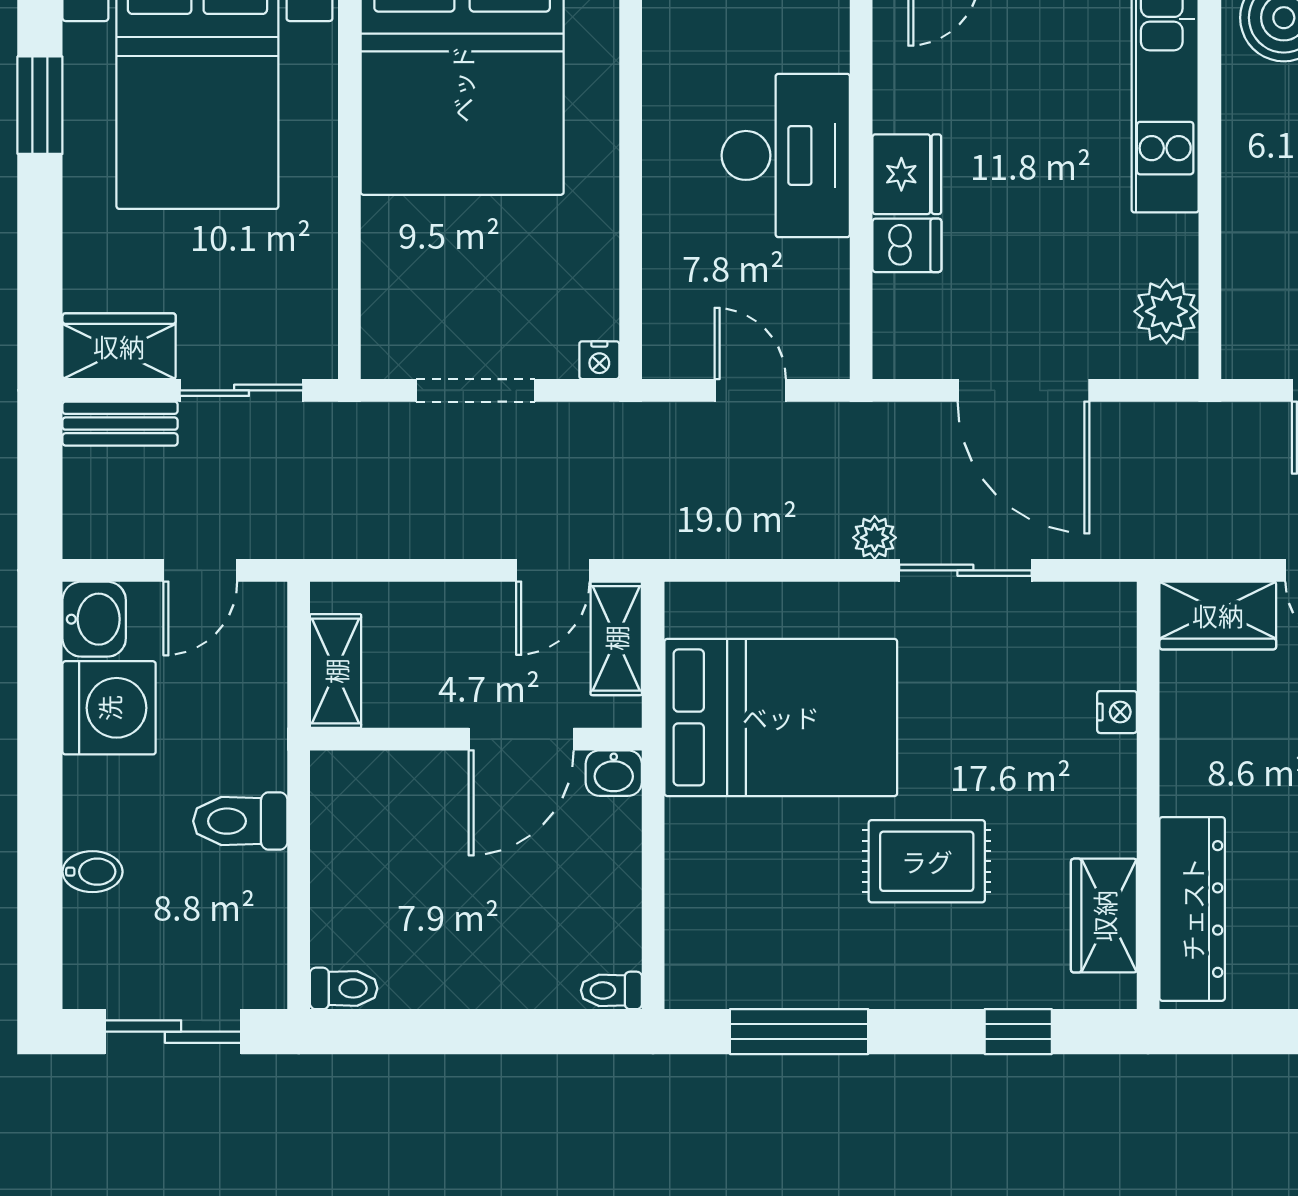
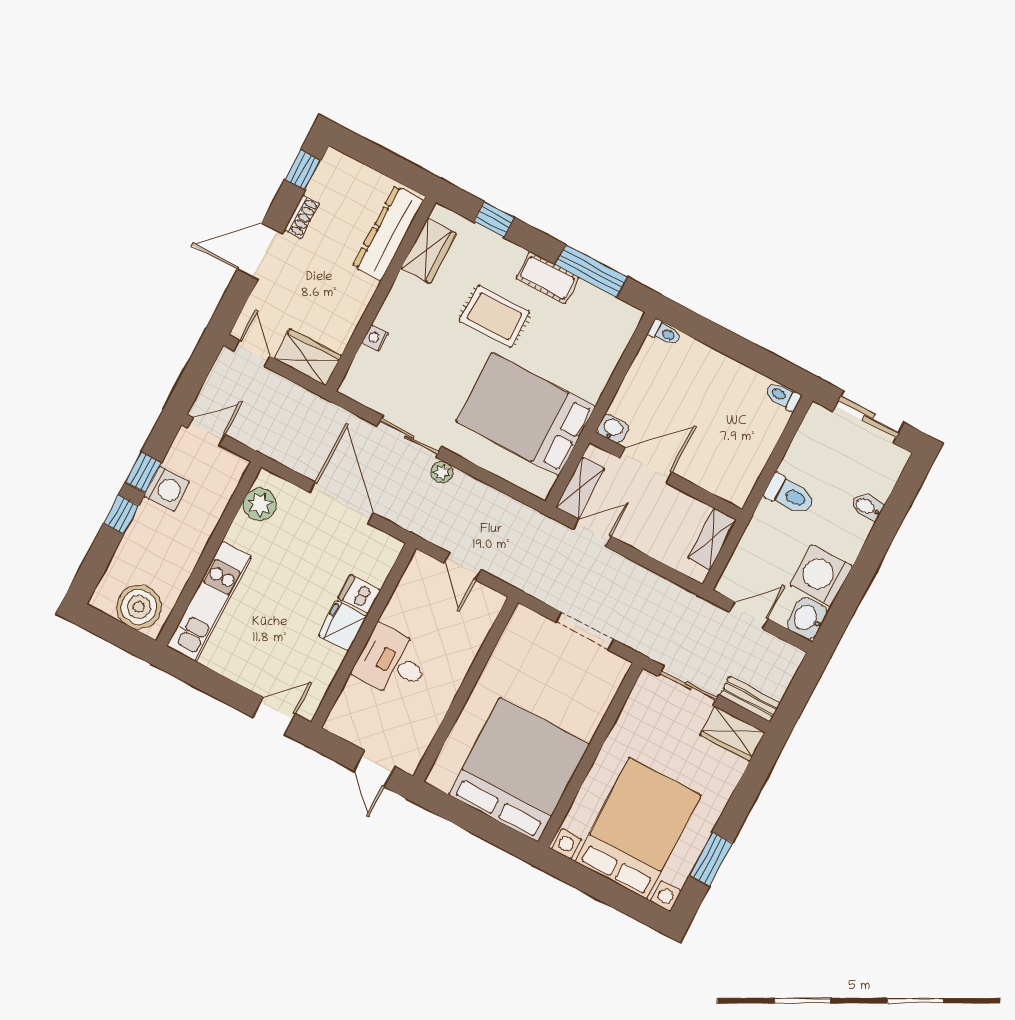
desk: (786, 155) -> (392, 662), width x0.73
nightstand: (599, 360) -> (523, 615), removed
cot: (870, 979) -> (547, 278), added

